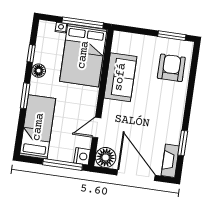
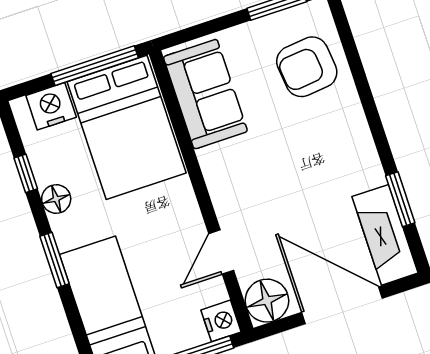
nightstand: (61, 28) -> (51, 106), width x1.89, depth x1.79
armchair: (171, 68) -> (307, 67), turned -96
sofa: (120, 77) -> (205, 94), moved
fireplace: (170, 161) -> (385, 235), width x1.37, depth x1.32

